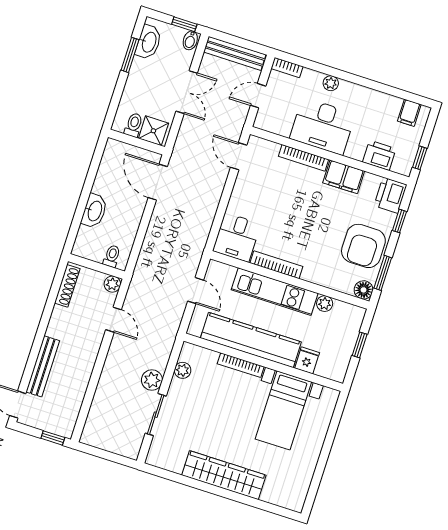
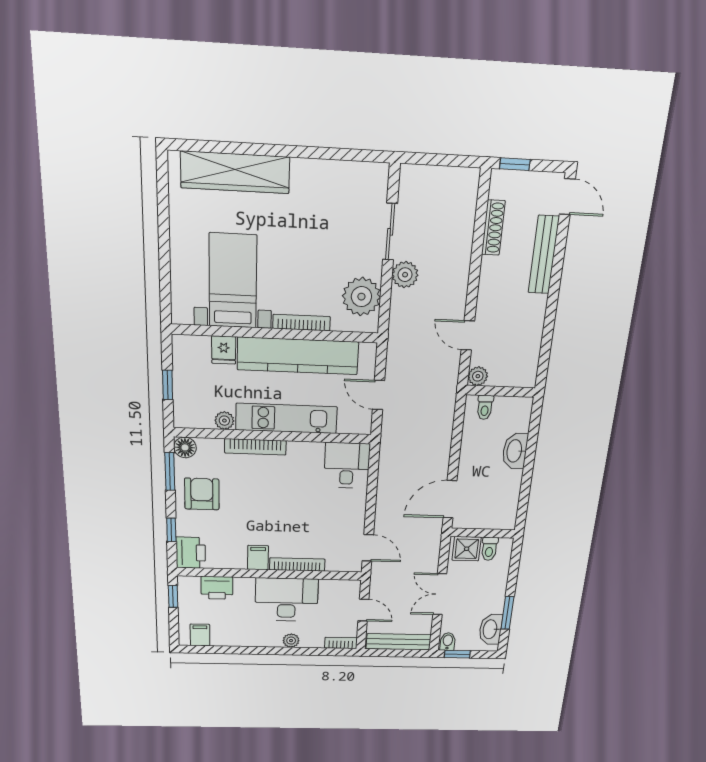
door: (258, 96) -> (363, 610), hinge flipped
filing cabinet: (344, 177) -> (258, 558), width x0.50
door: (158, 182) -> (450, 499), swing flipped
armchair: (363, 246) -> (202, 494), width x0.73, depth x0.73
bookcase: (276, 265) -> (255, 447), moved
shoe rack: (67, 286) -> (493, 228), moved, turned 180
plant: (183, 370) -> (361, 297), width x1.87, depth x1.87
wardrobe: (224, 475) -> (235, 172), moved

